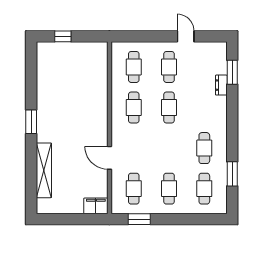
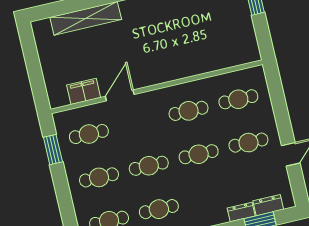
dresser: (221, 63) -> (268, 205), added
cafe table: (169, 148) -> (149, 166), added
filing cabinet: (96, 206) -> (84, 91), moved, turned -90

